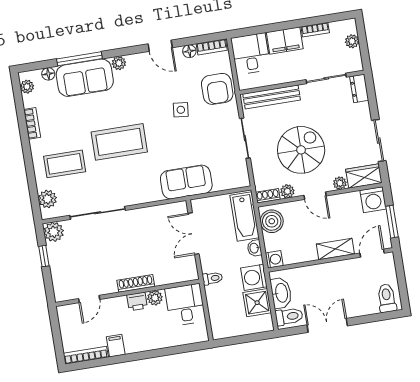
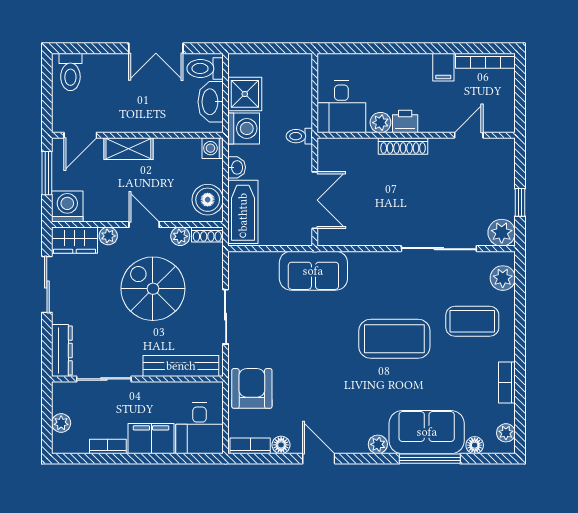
dresser: (359, 88) -> (62, 350), width x1.44
side table: (181, 110) -> (305, 368), removed
spiral stairs: (301, 150) -> (153, 289), turned 90

